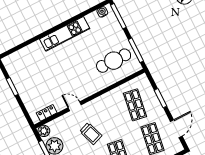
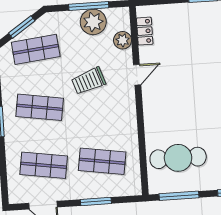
cafe table: (114, 61) -> (178, 158), turned 90
plant: (44, 131) -> (123, 40), moved

